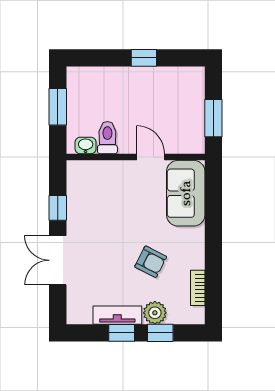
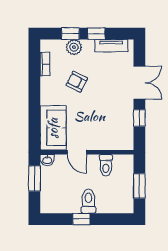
toilet: (133, 84) -> (88, 201), added
washbasin: (86, 145) -> (47, 160), moved
tv unit: (117, 315) -> (111, 46), moved

